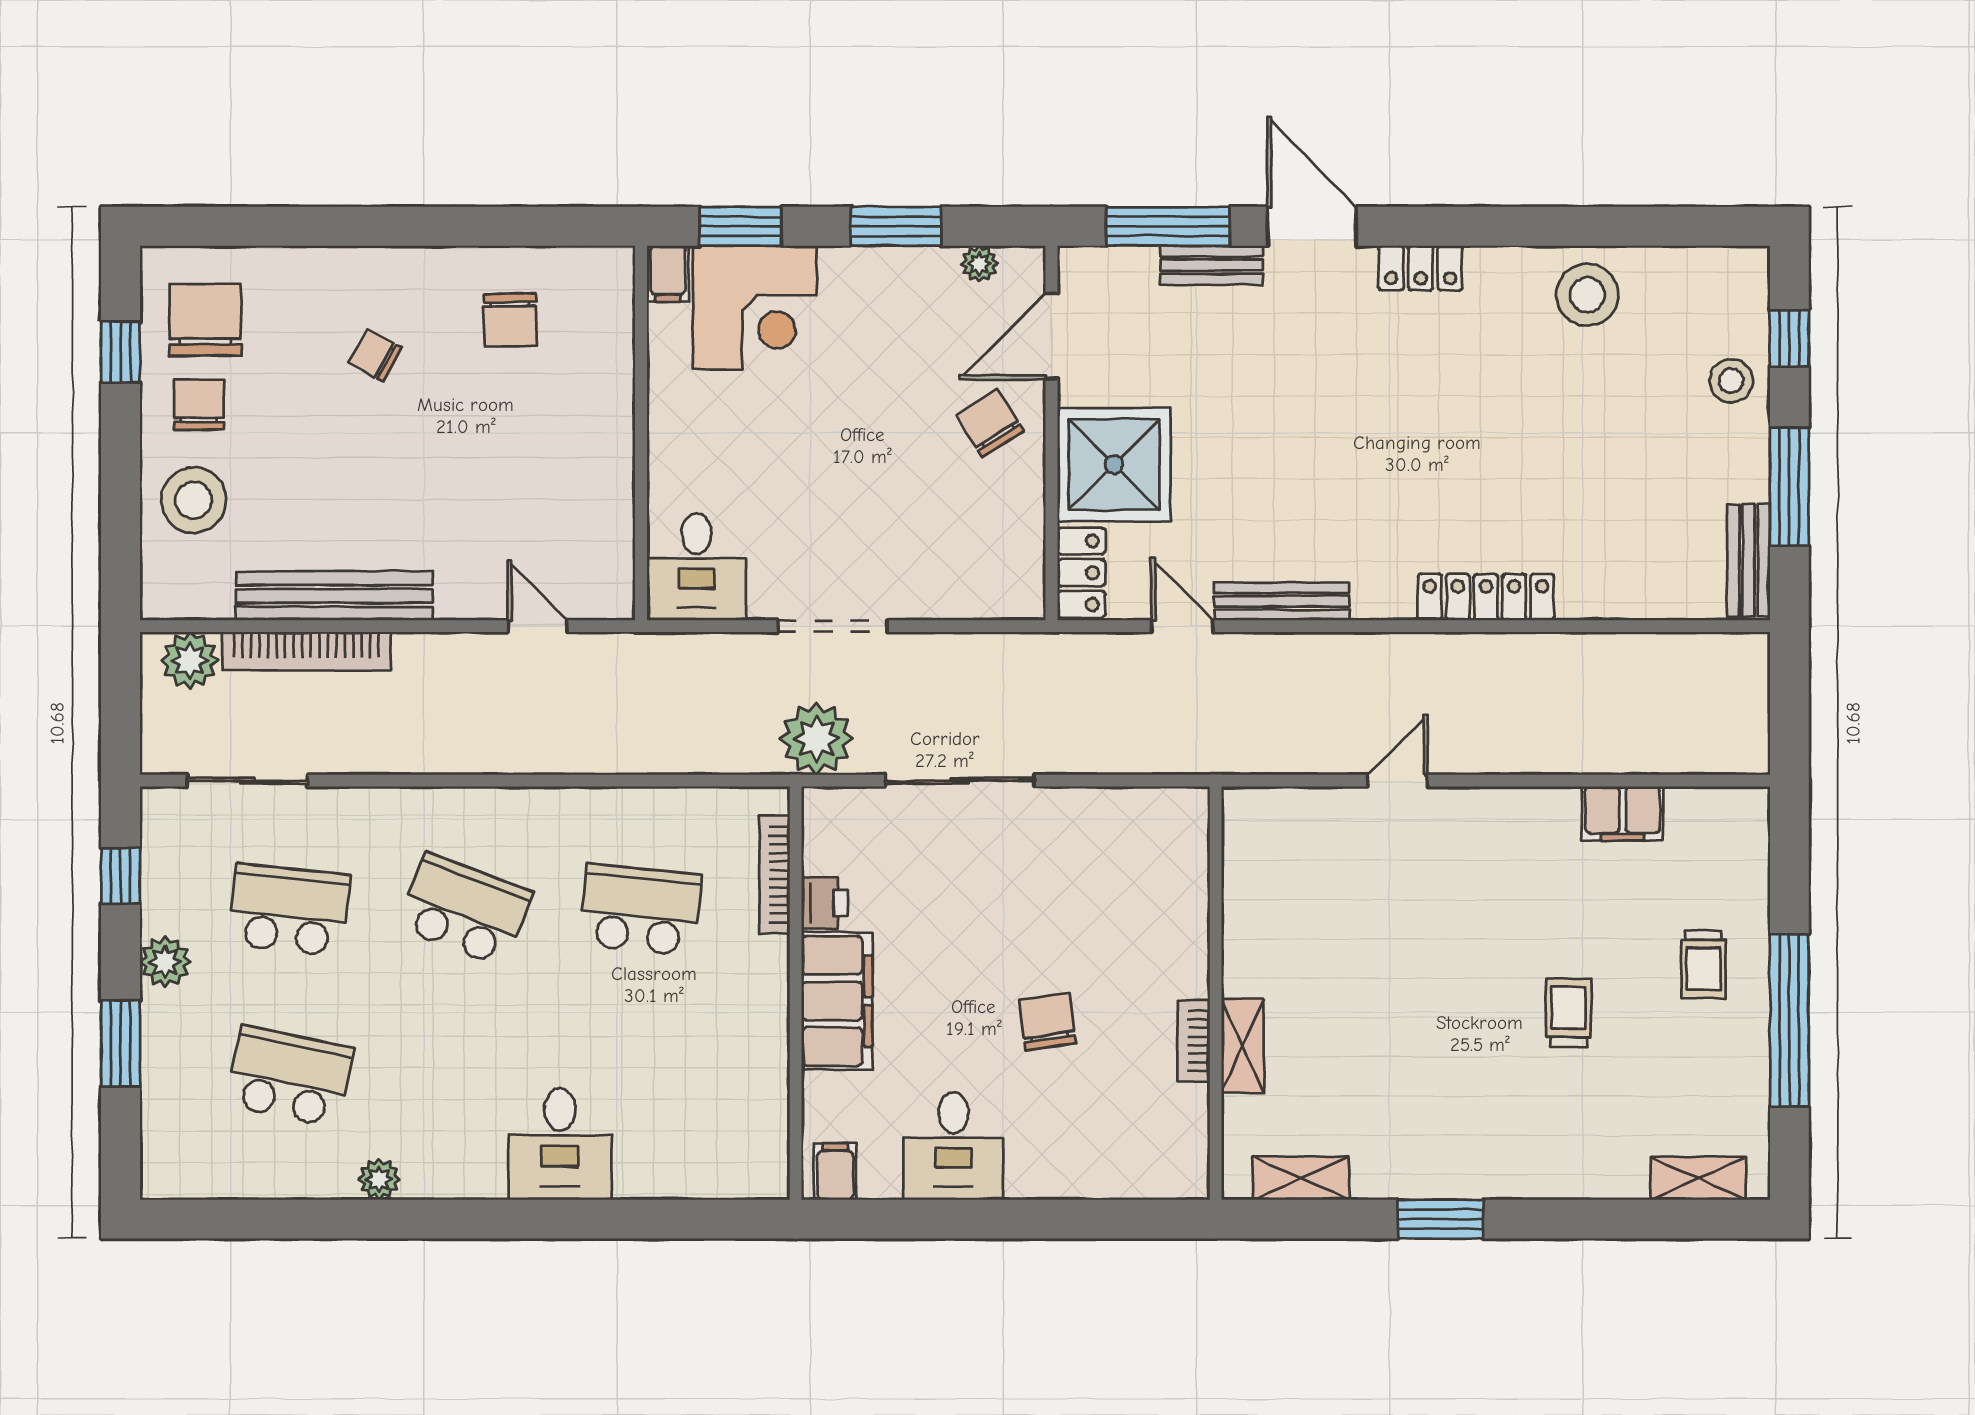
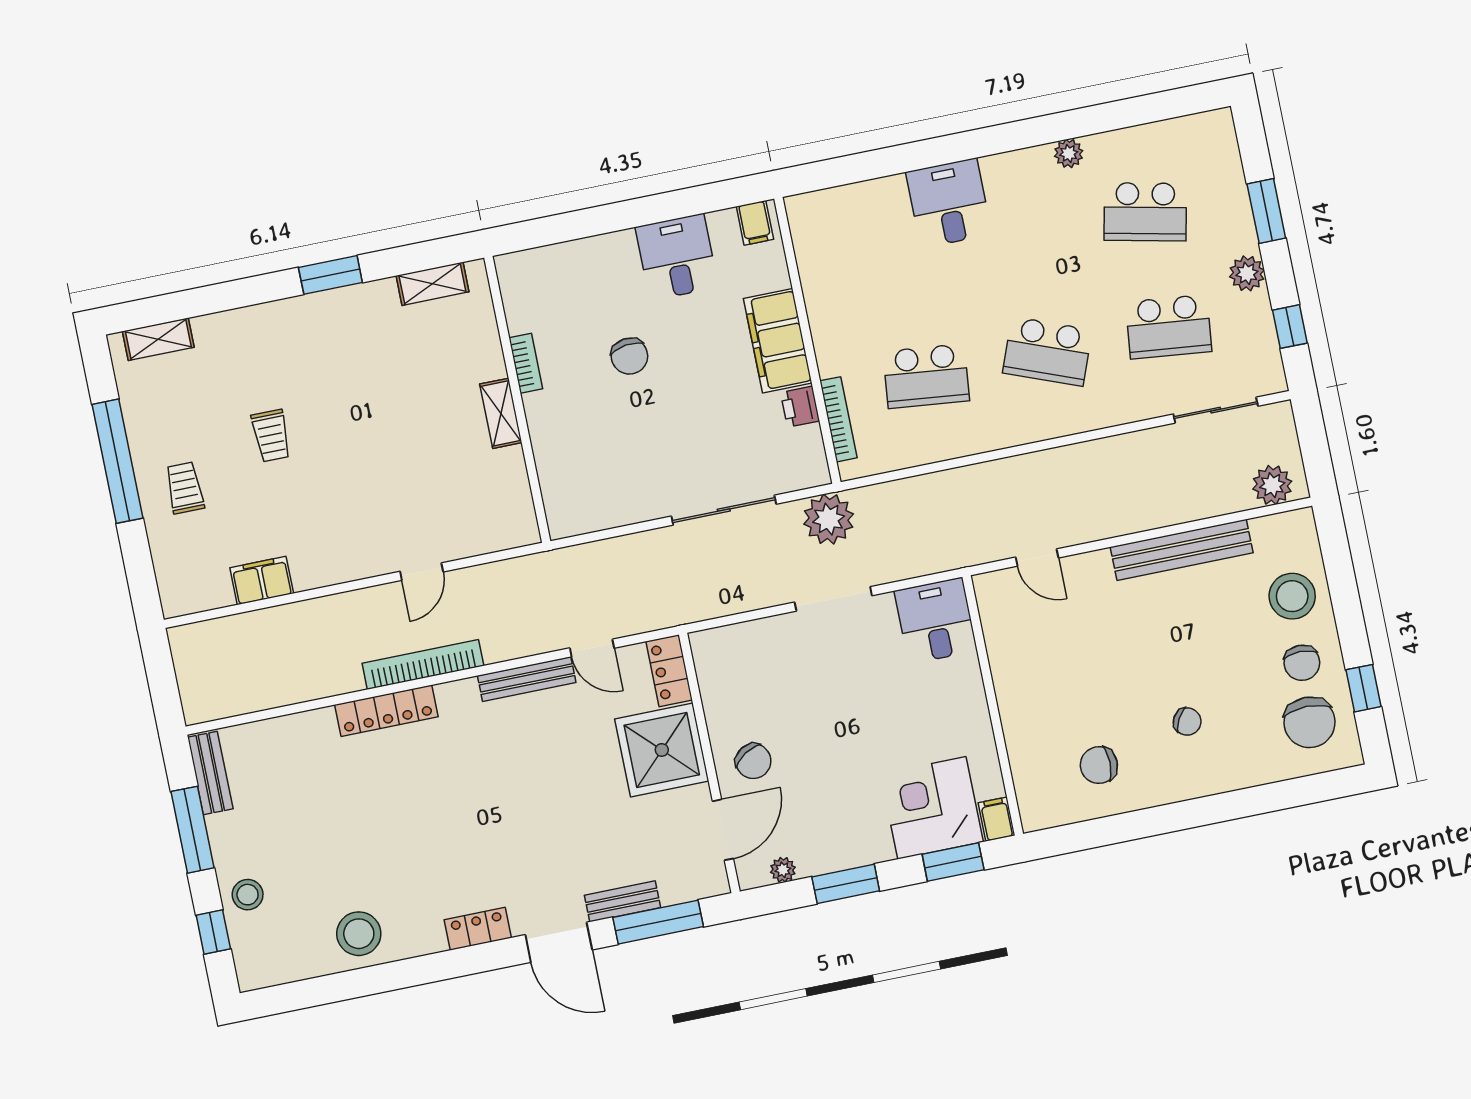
chair: (510, 320) -> (1099, 765), turned -89
bookcase: (306, 651) -> (423, 664), moved
shelving: (1243, 1046) -> (501, 413), moved

